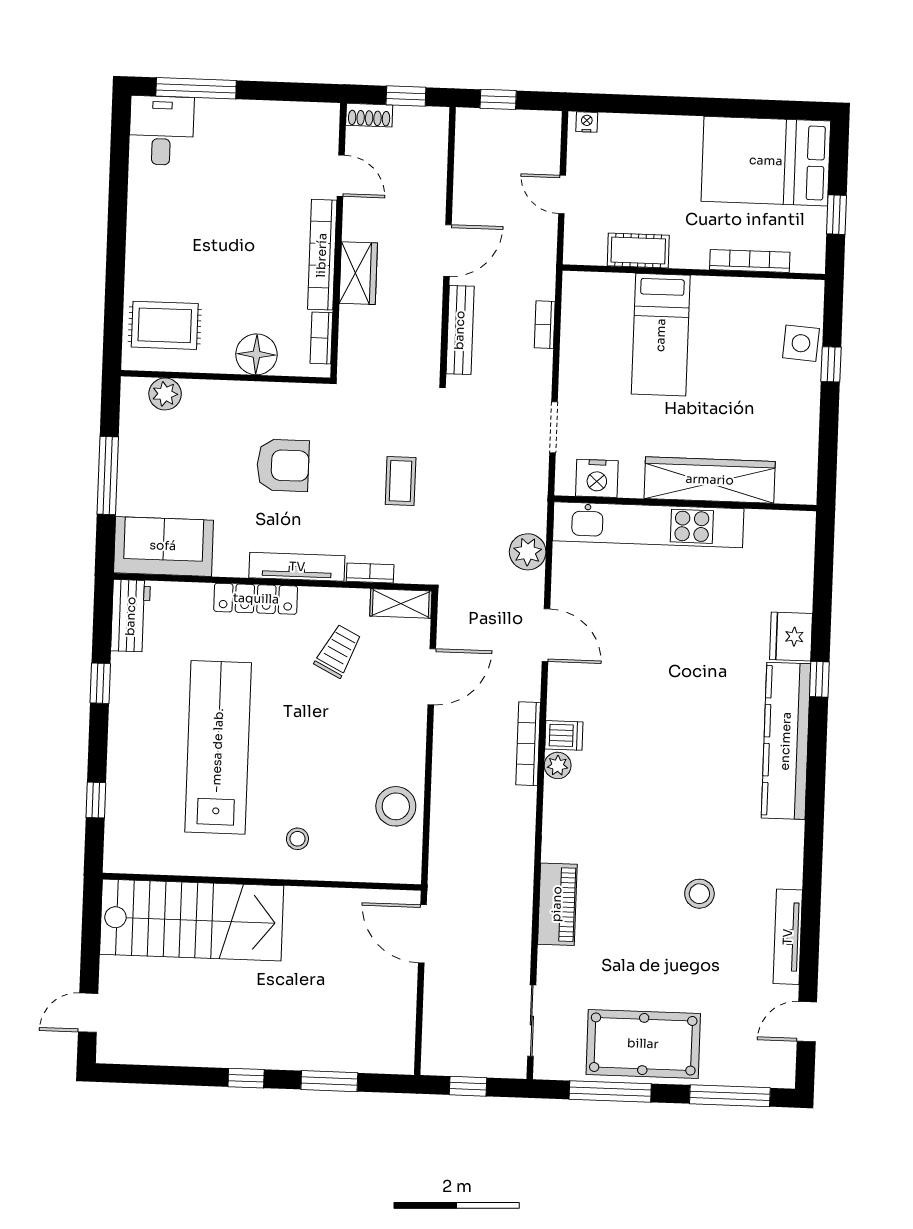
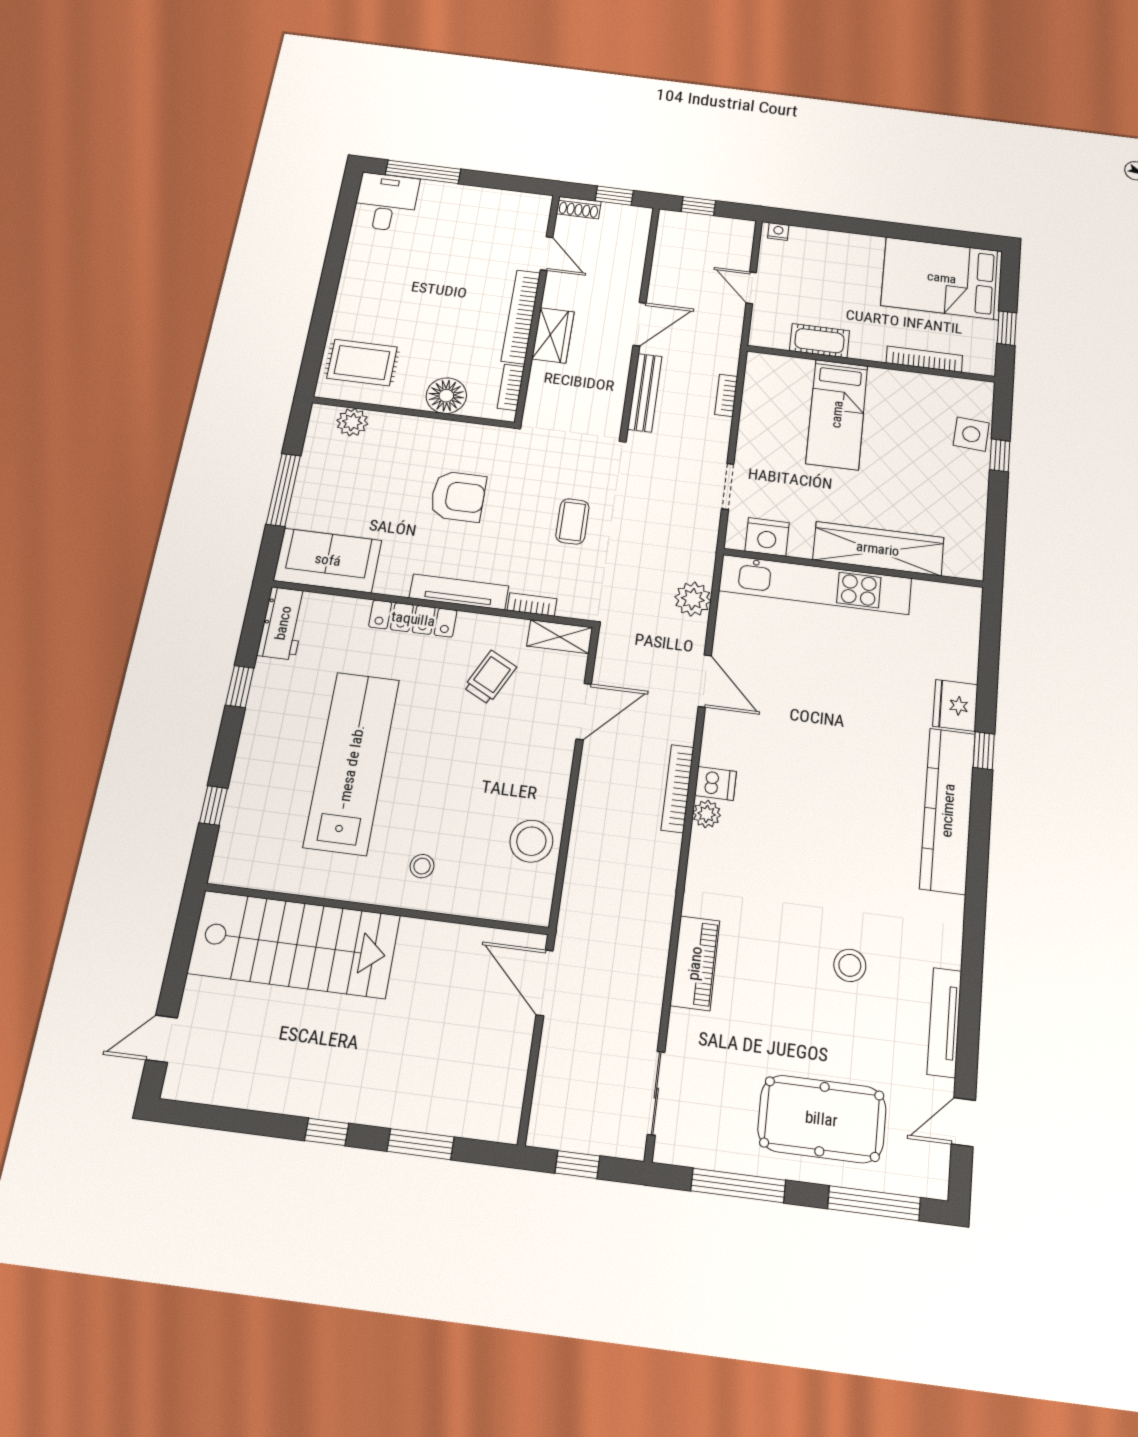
pool table: (643, 1044) -> (822, 1119), moved

